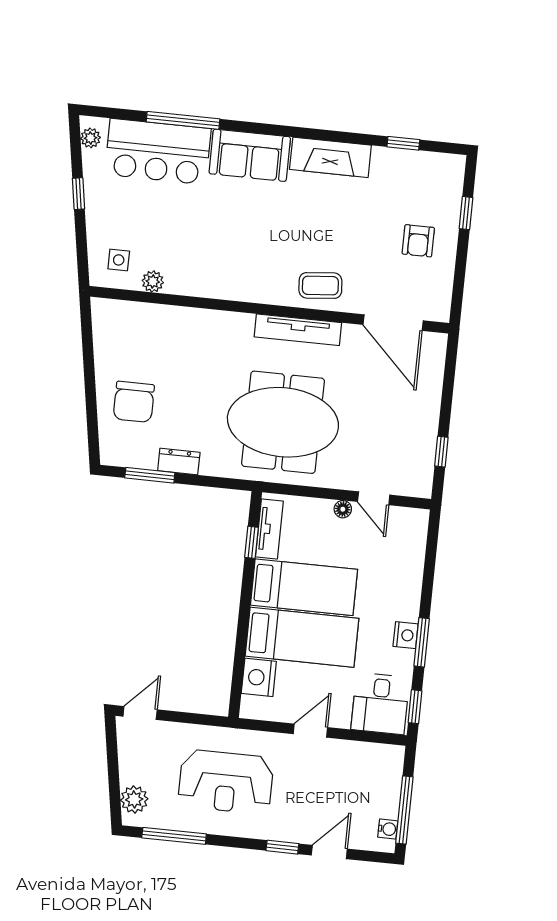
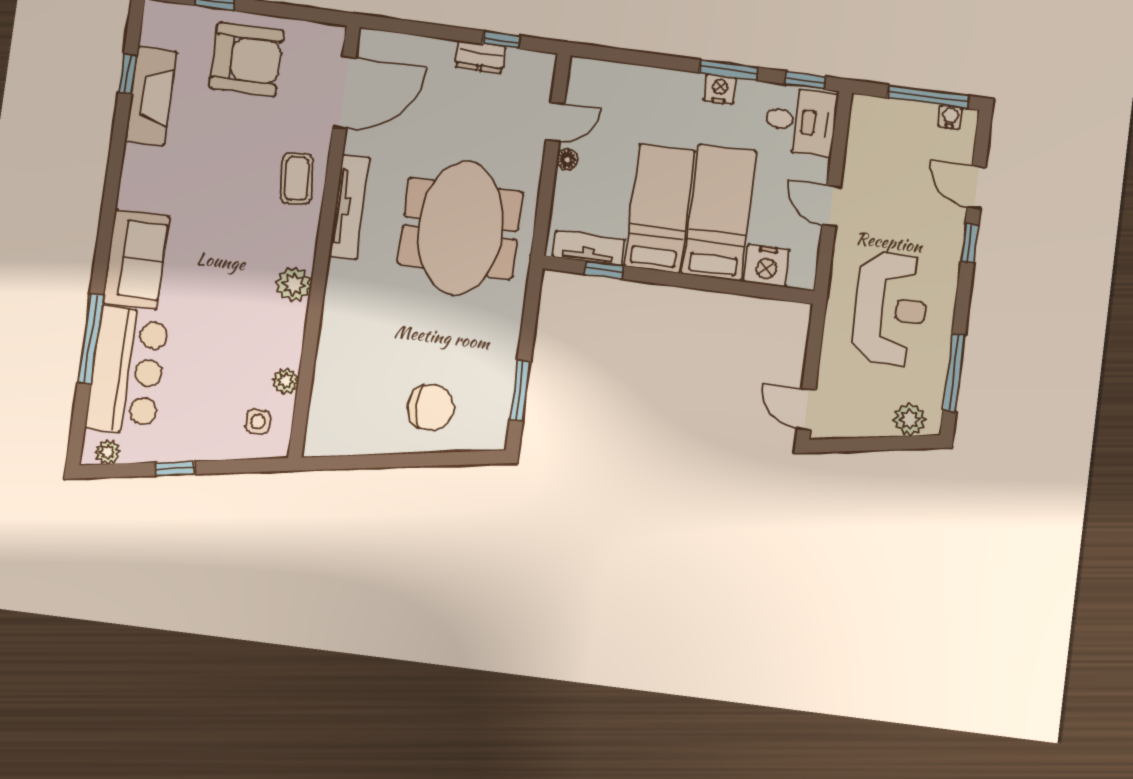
fireplace: (330, 157) -> (151, 96), moved
armchair: (418, 241) -> (246, 59), width x1.88, depth x1.88
plant: (233, 286) -> (294, 284), added
dresser: (179, 462) -> (480, 57), moved, turned -90

